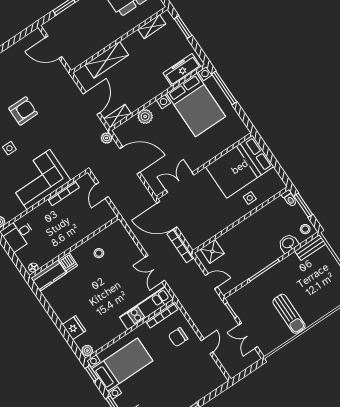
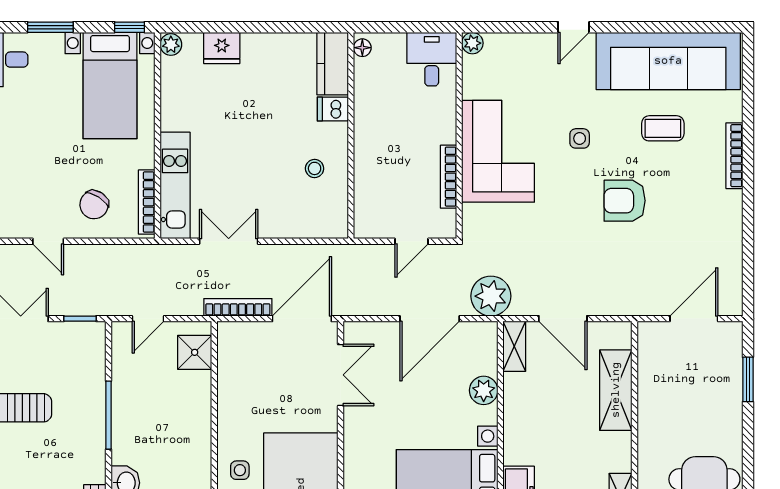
armchair: (23, 111) -> (625, 201), turned 90
plant: (107, 138) -> (491, 296), width x1.88, depth x1.88
door: (102, 191) -> (412, 241), swing flipped
chair: (178, 337) -> (94, 205), turned -147

